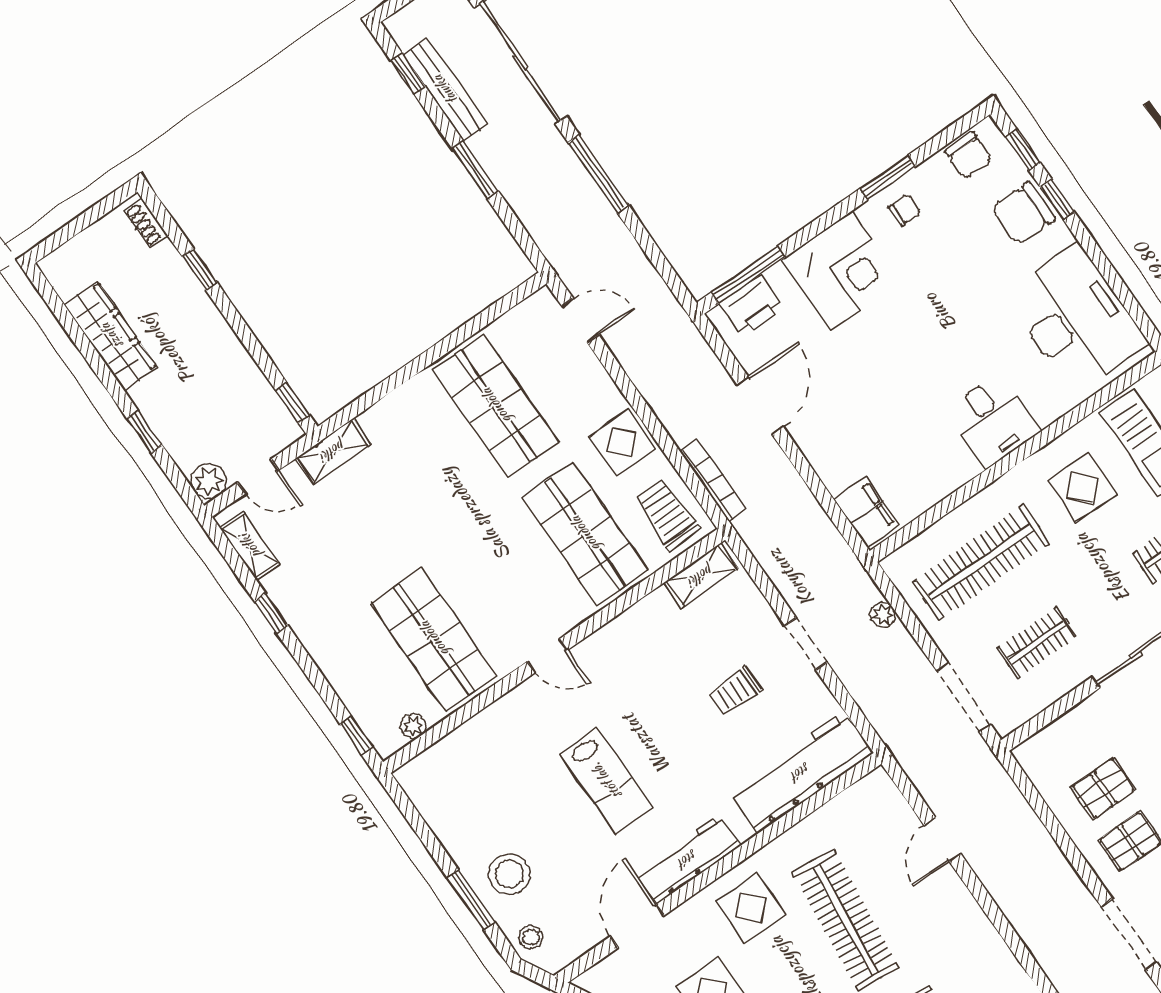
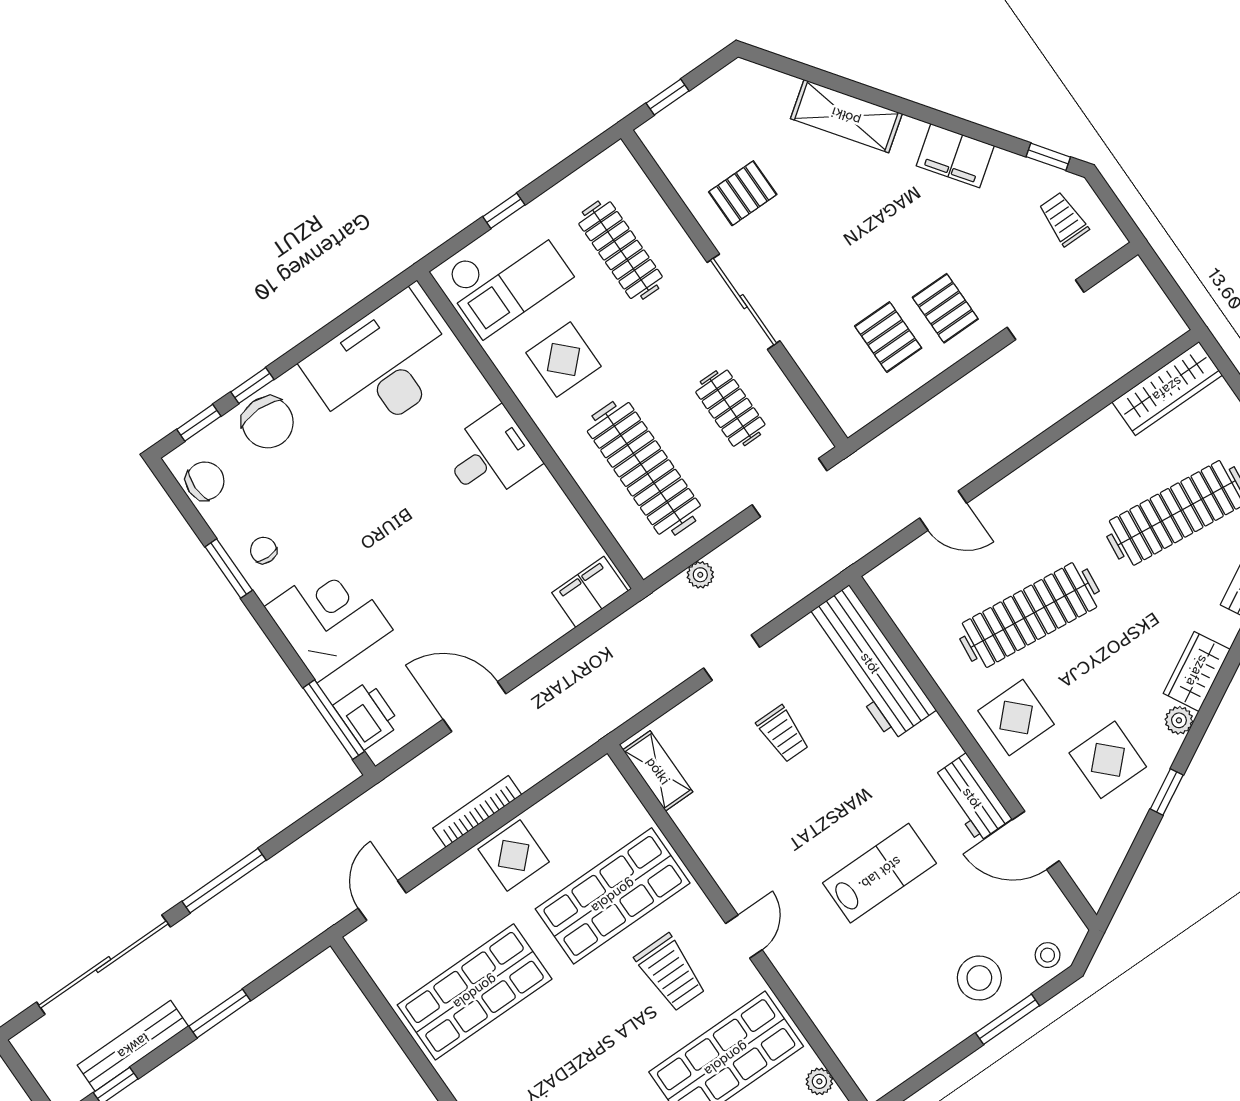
bookcase: (713, 480) -> (477, 811), moved
trolley: (667, 514) -> (670, 973), moved, turned -90
workbench: (688, 859) -> (972, 798), width x0.73

